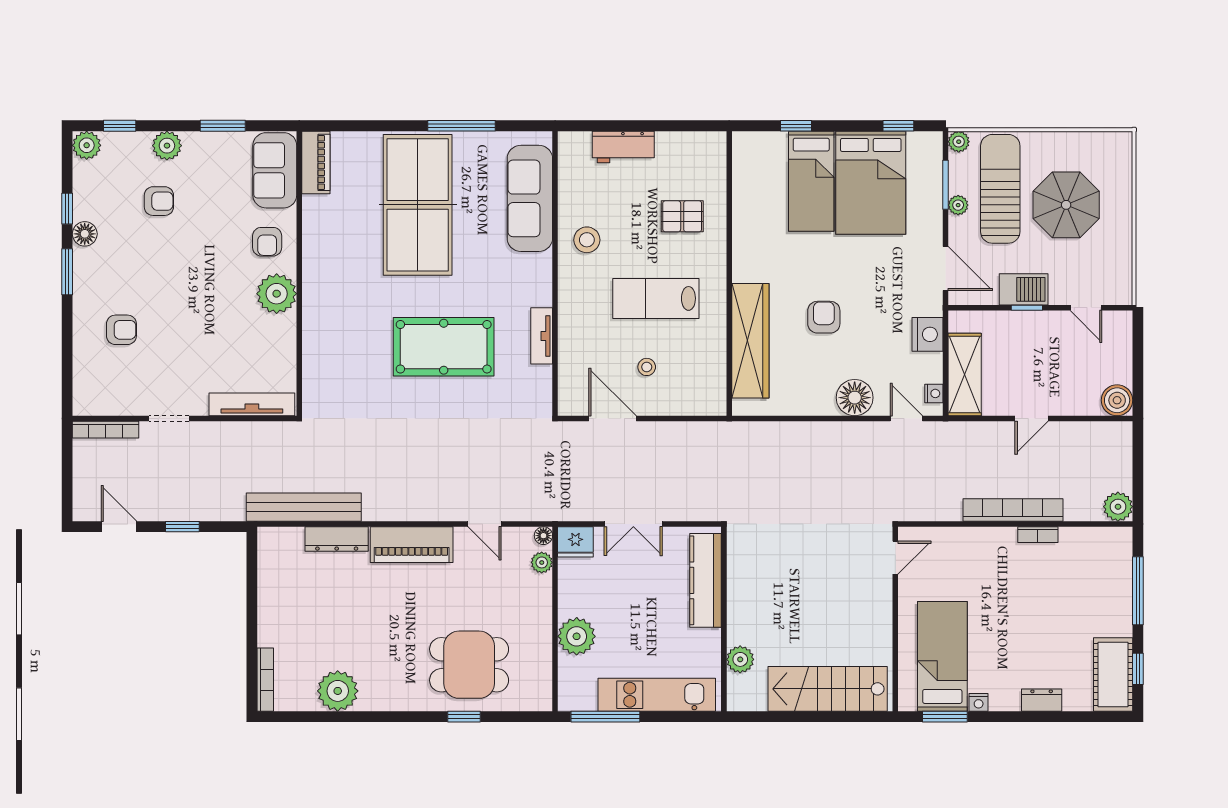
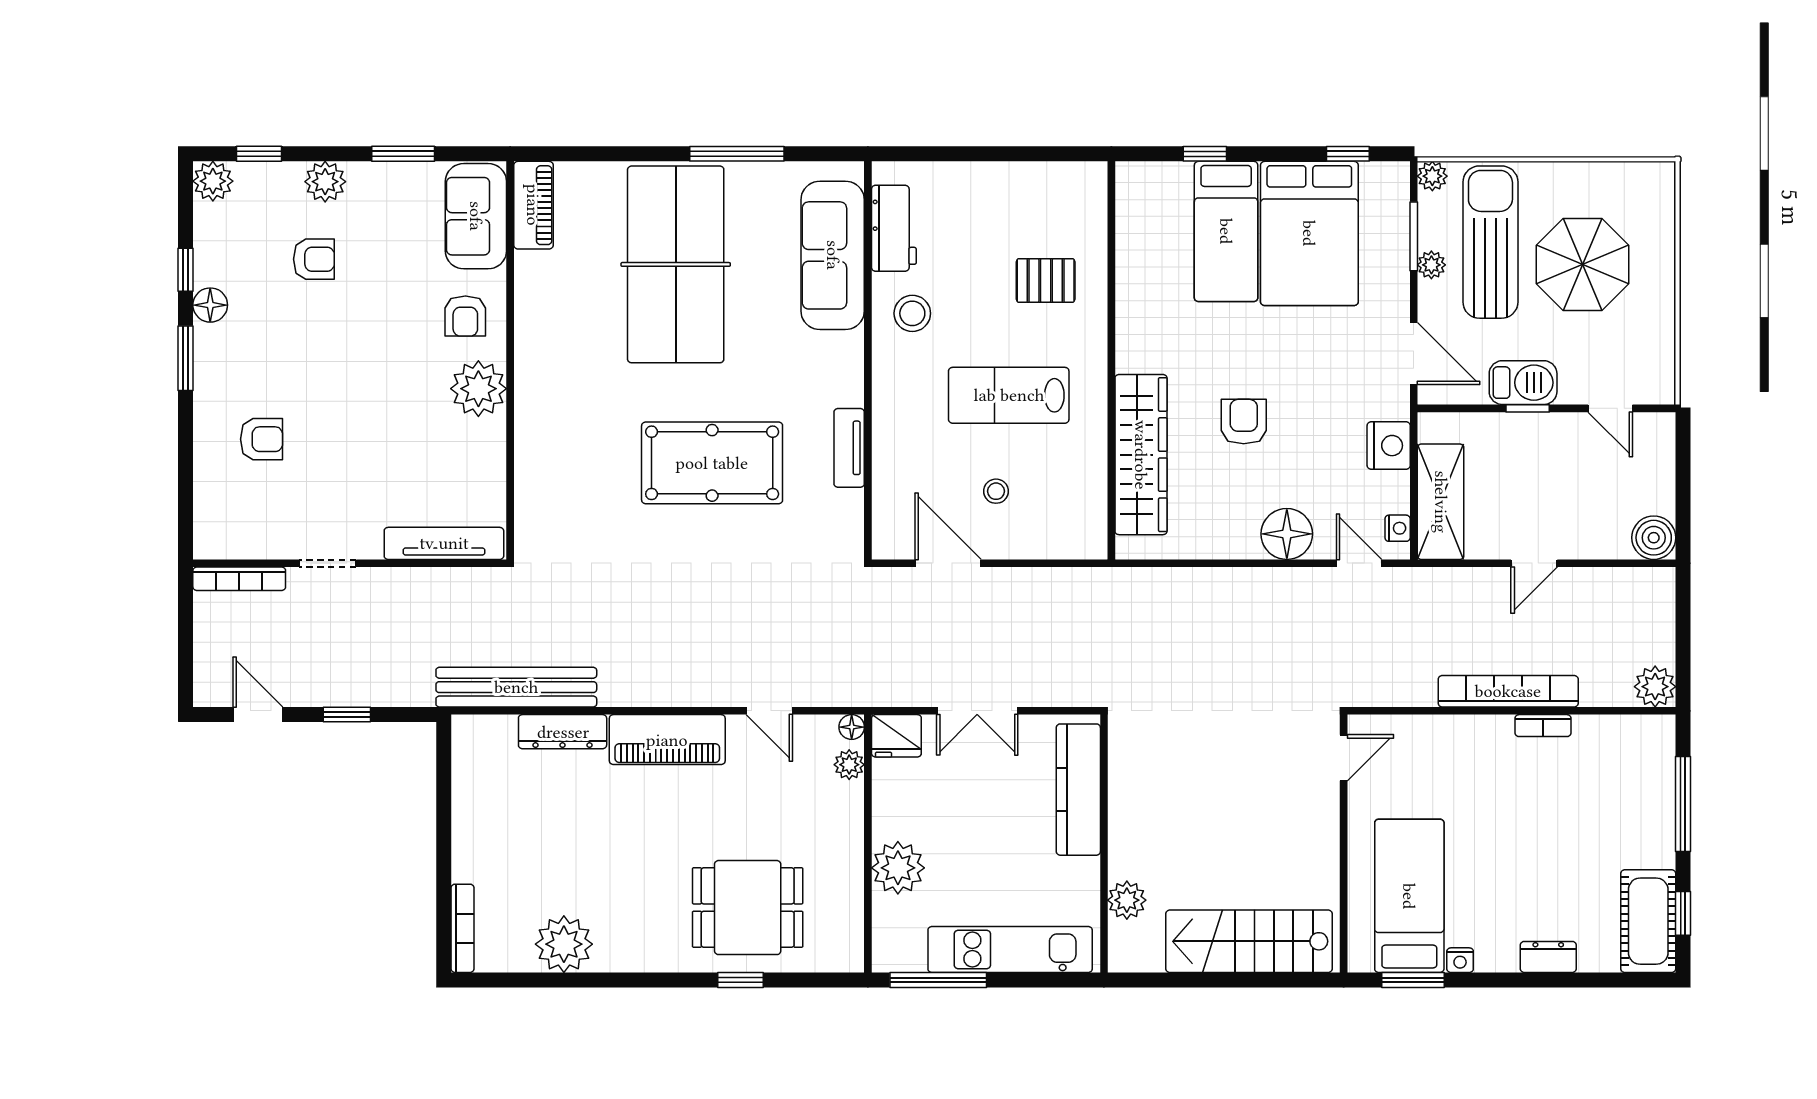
workbench: (623, 147) -> (894, 228), moved, turned -90

